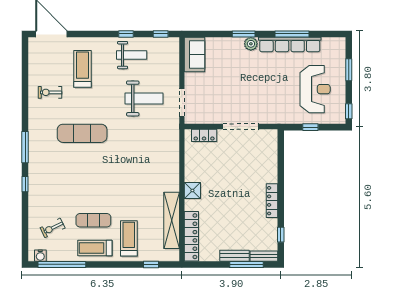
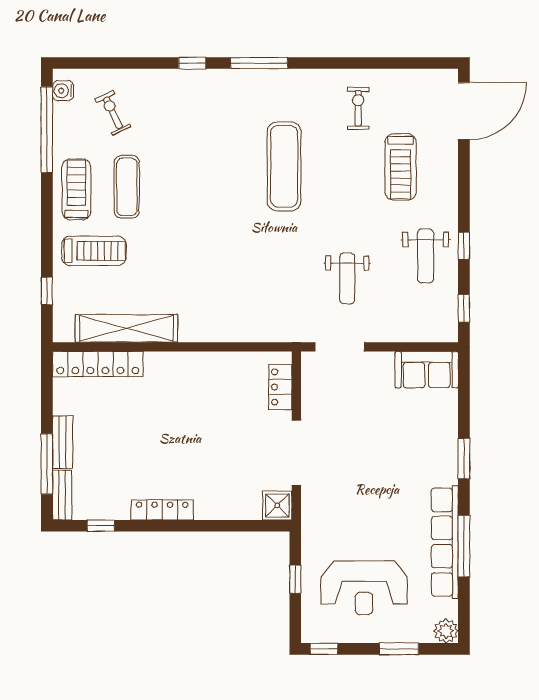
plant: (251, 44) -> (446, 631), moved
treadmill: (82, 69) -> (401, 167), turned 90
weight bench: (144, 98) -> (347, 278), width x0.73, depth x0.75
shower: (192, 191) -> (277, 505), moved

